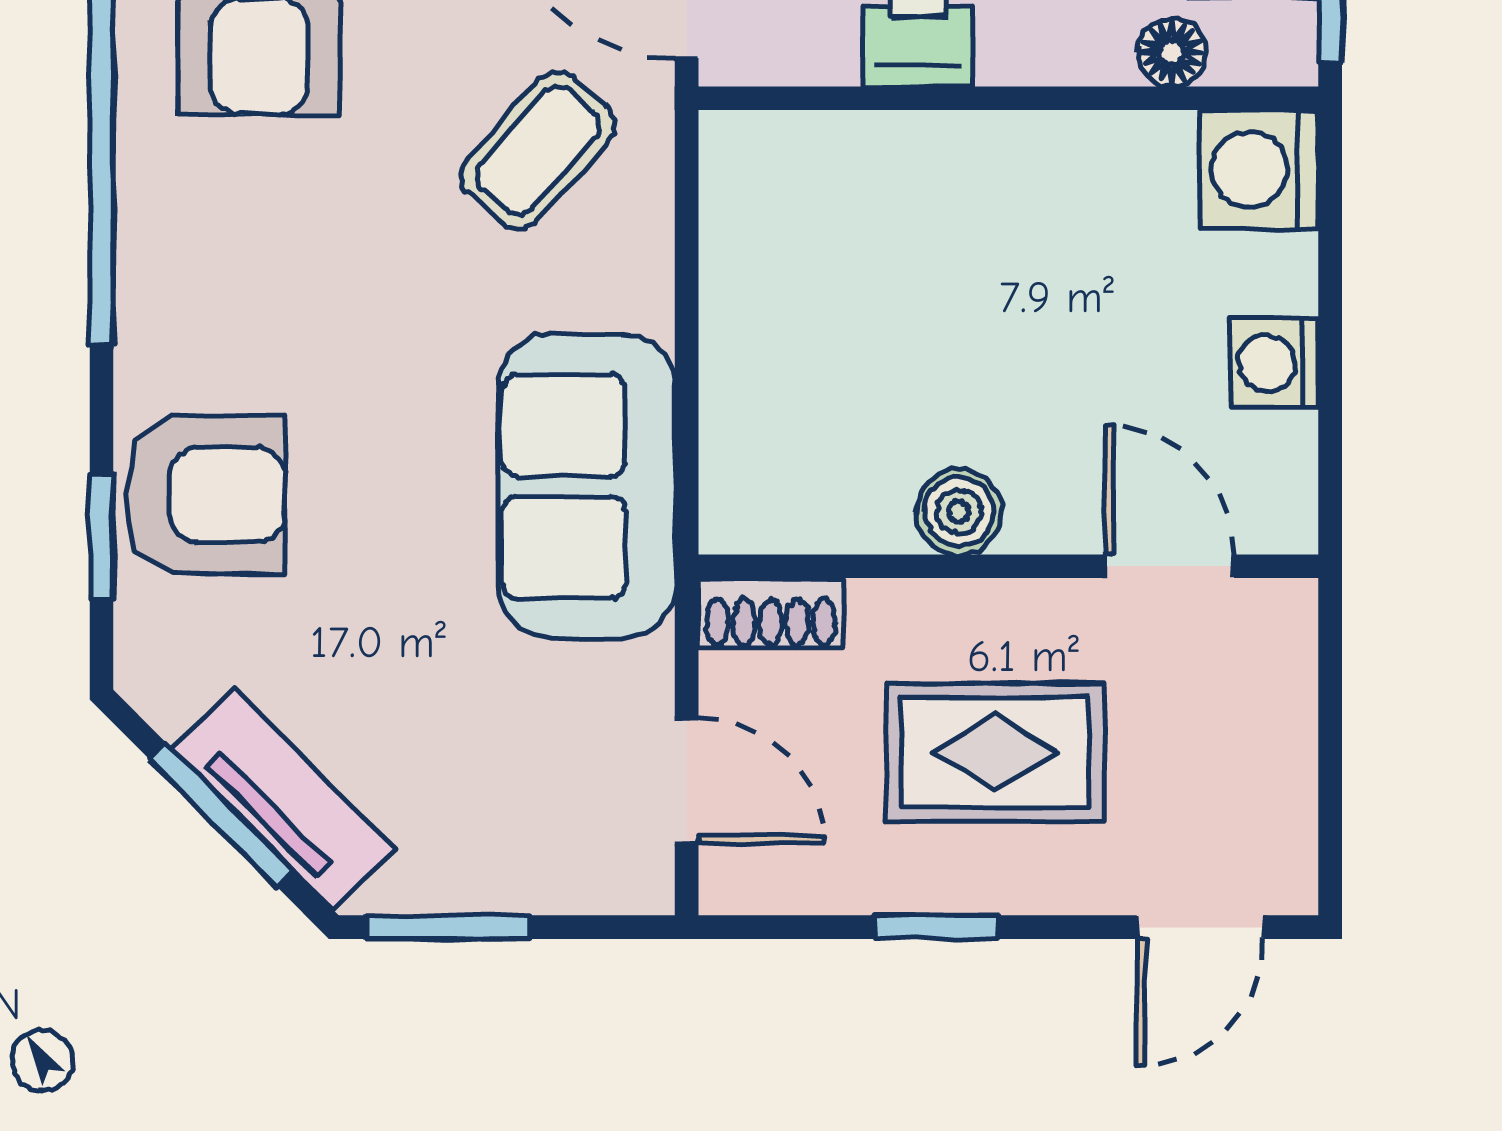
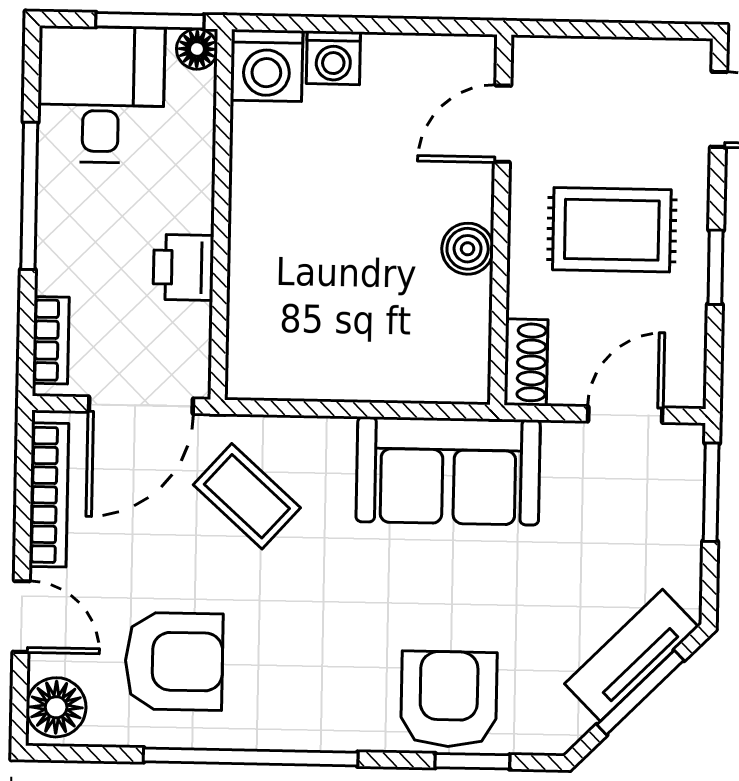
floor lamp: (1172, 52) -> (197, 49), moved
washing machine: (1274, 363) -> (333, 58), moved
rug: (995, 752) -> (612, 230), turned 90
window: (448, 927) -> (711, 492), moved

